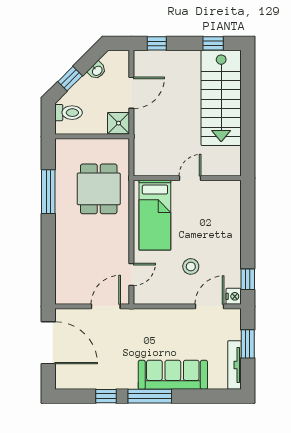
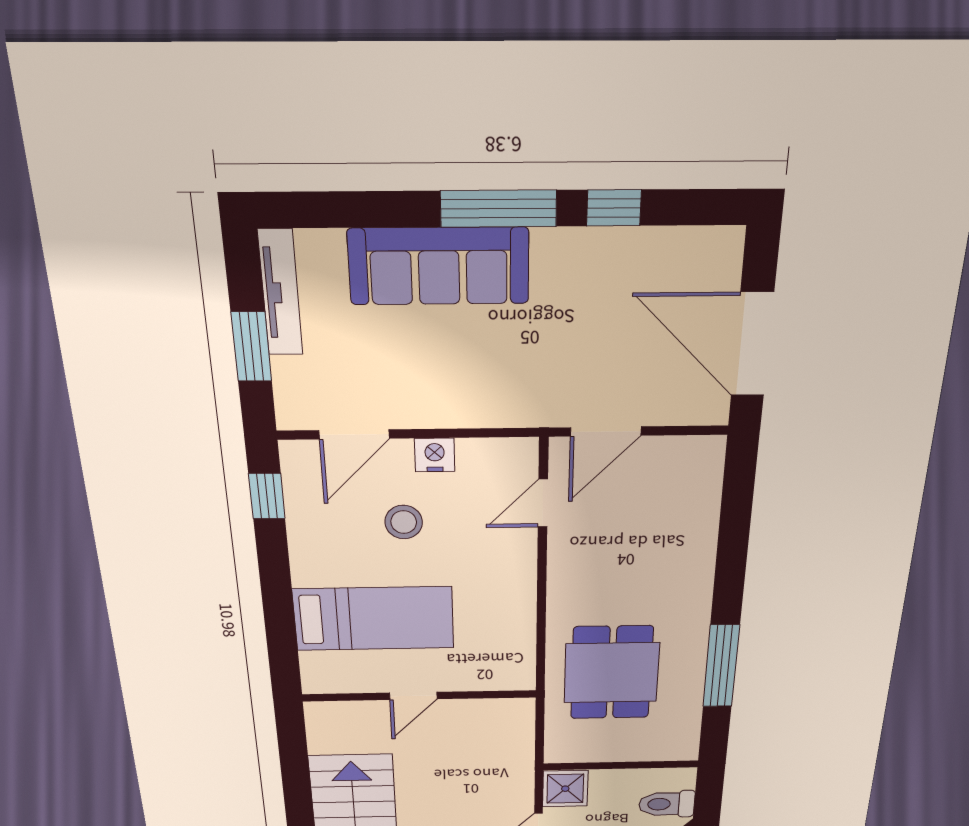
bed: (155, 215) -> (374, 619), moved, turned 90
nightstand: (234, 296) -> (435, 455), moved, turned 90

